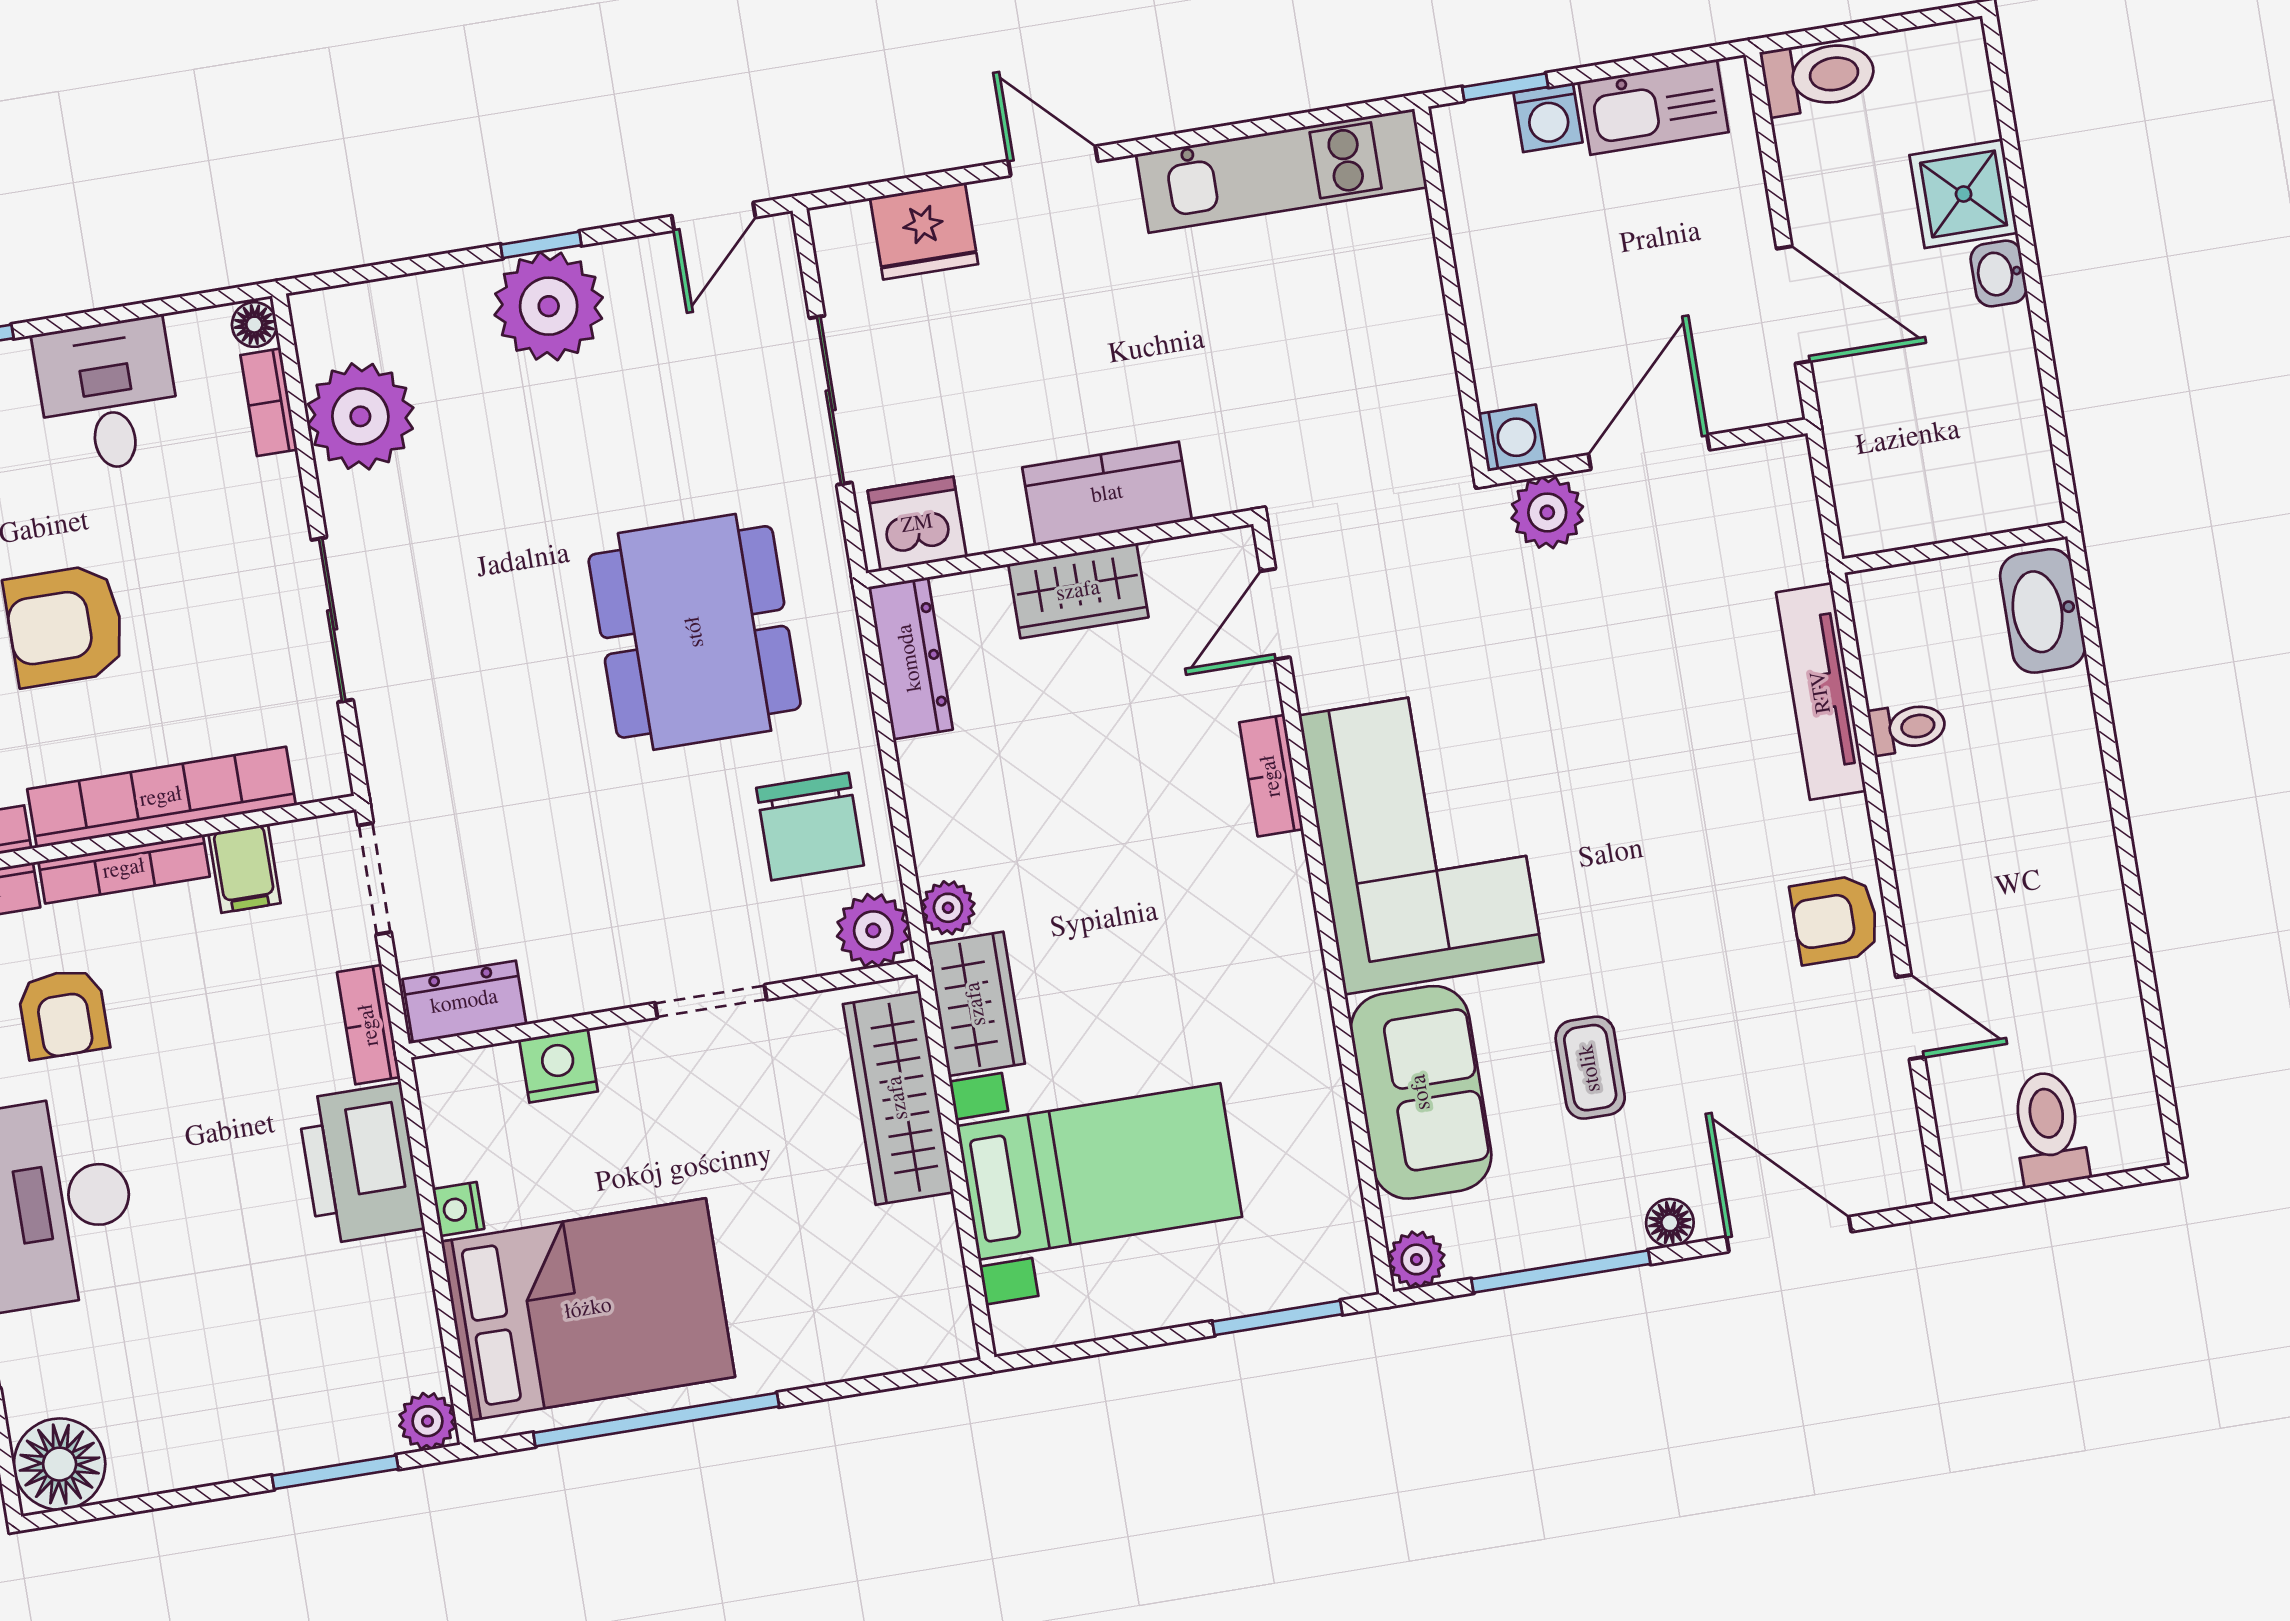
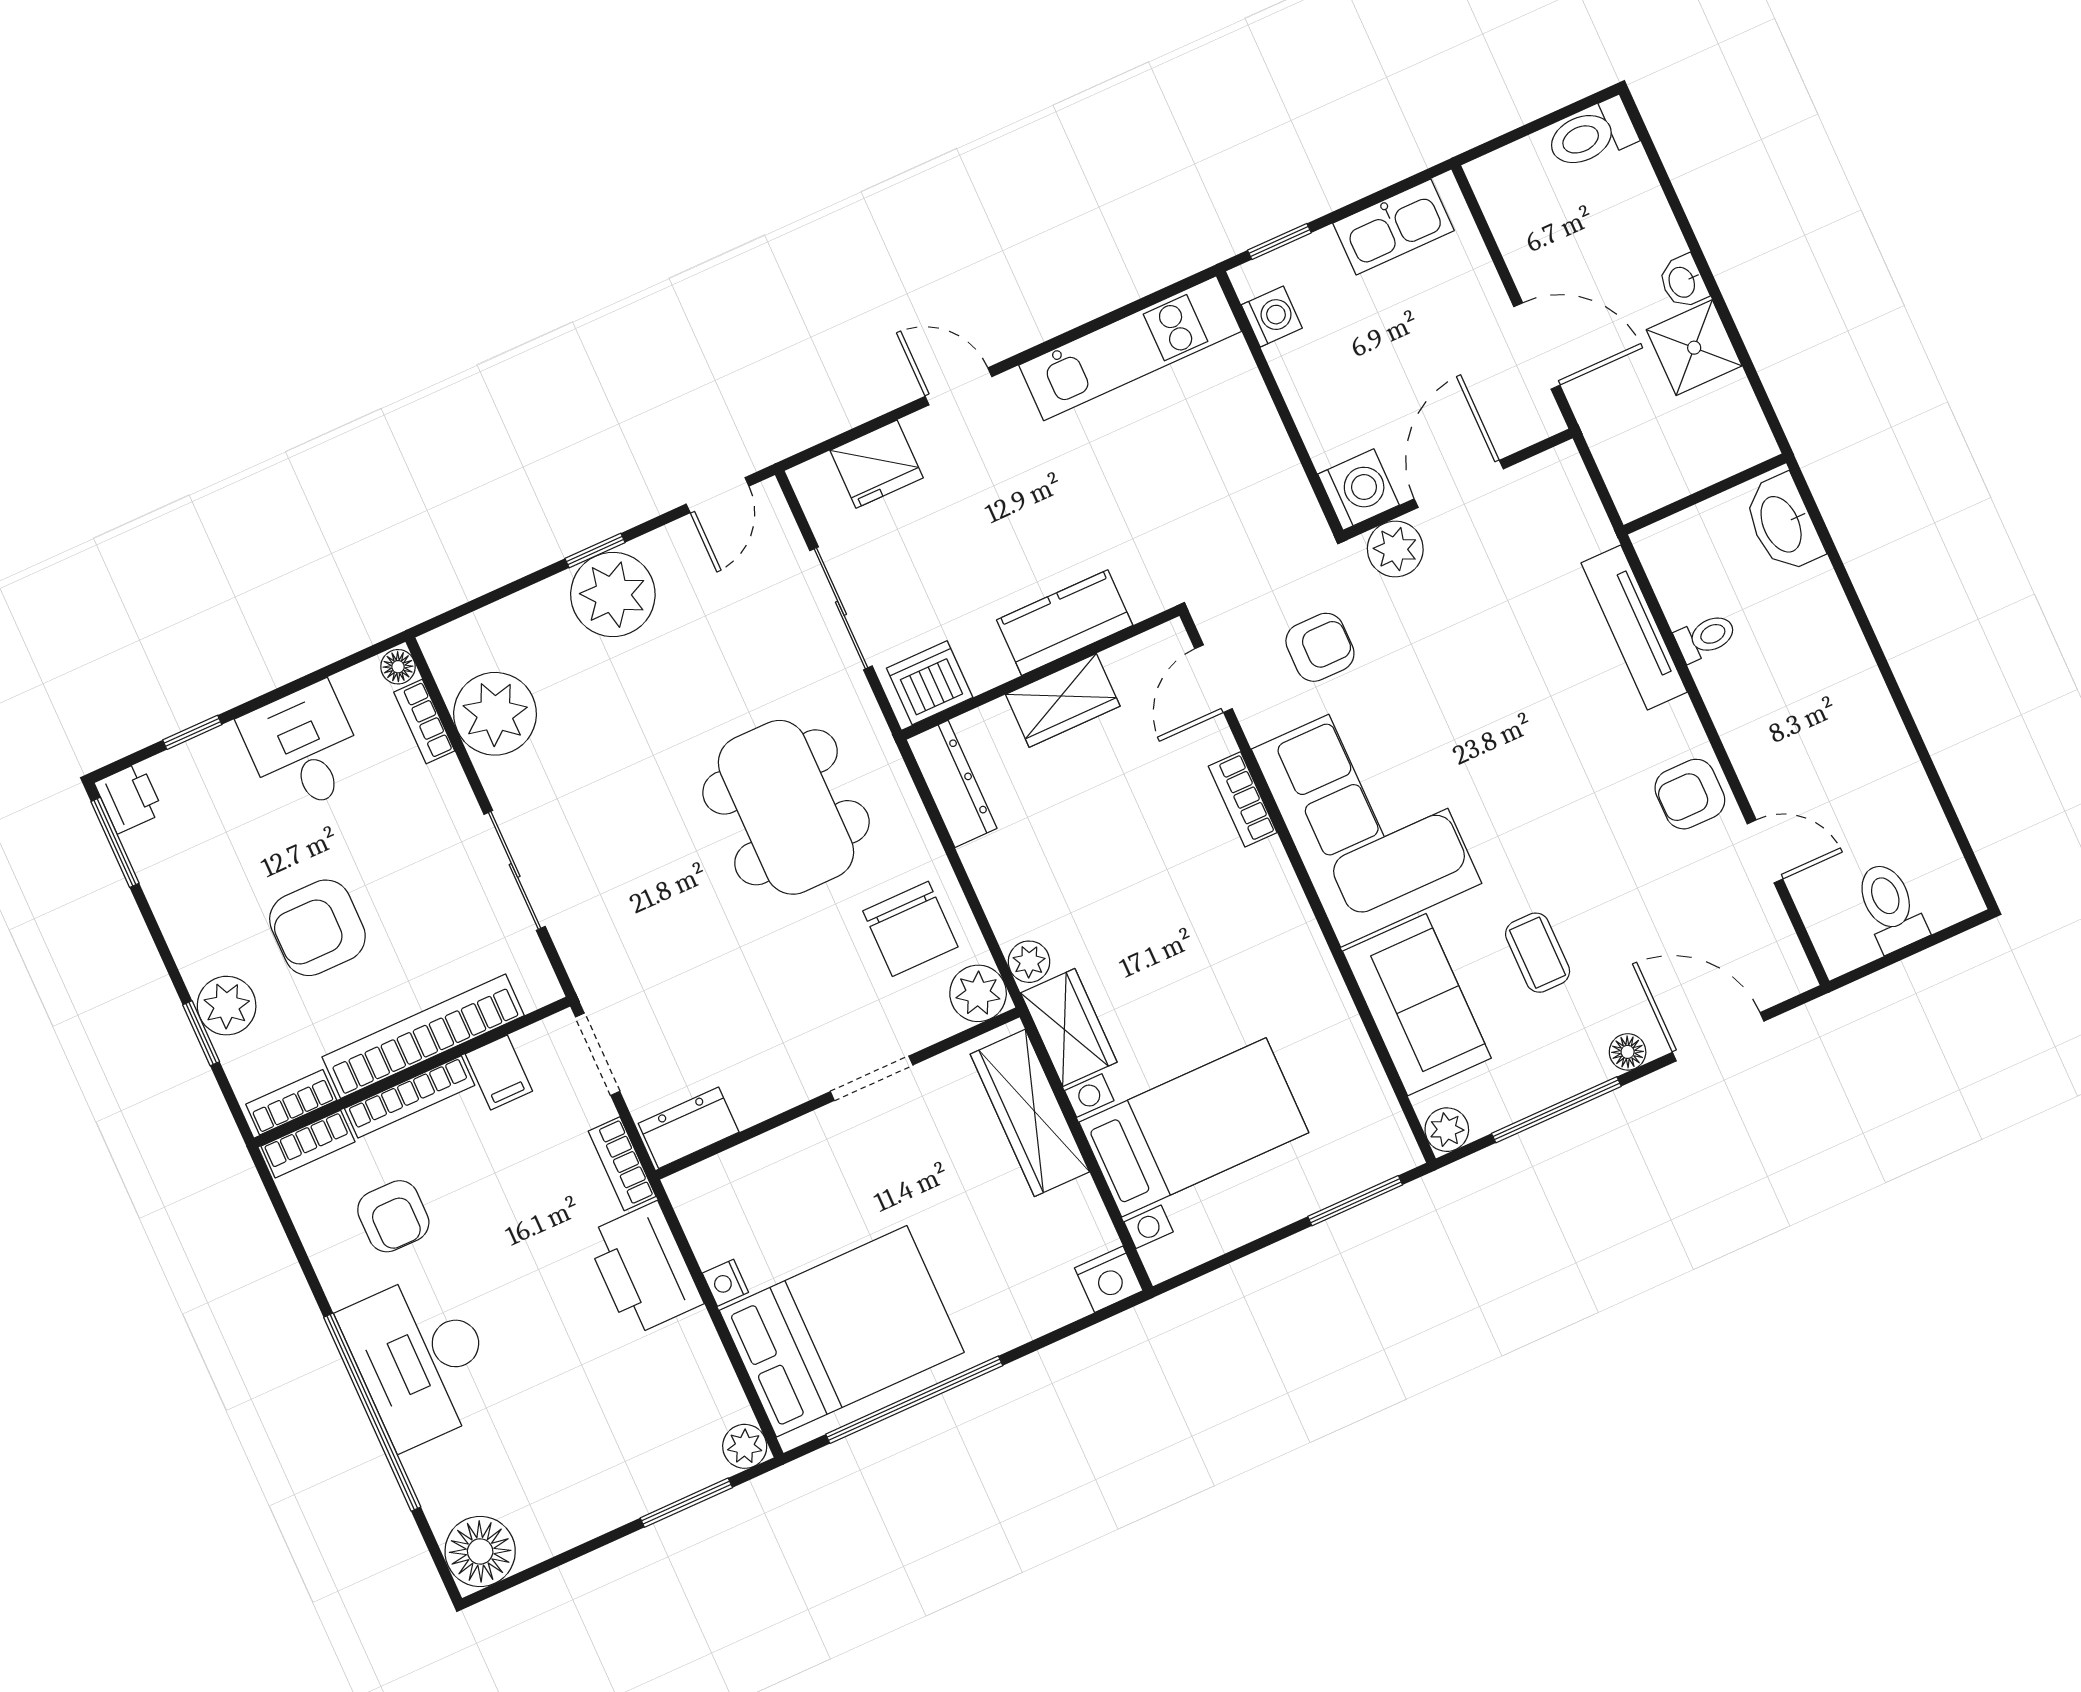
toilet: (1819, 76) -> (1591, 135), moved, turned 180
washing machine: (1548, 117) -> (1272, 316), moved, turned -90
shower: (1964, 194) -> (1694, 348), moved
washing machine: (1512, 438) -> (1358, 490), width x1.38, depth x1.38
armchair: (1419, 611) -> (1320, 647), added
nightstand: (558, 1066) -> (1109, 1279), moved, turned 180

